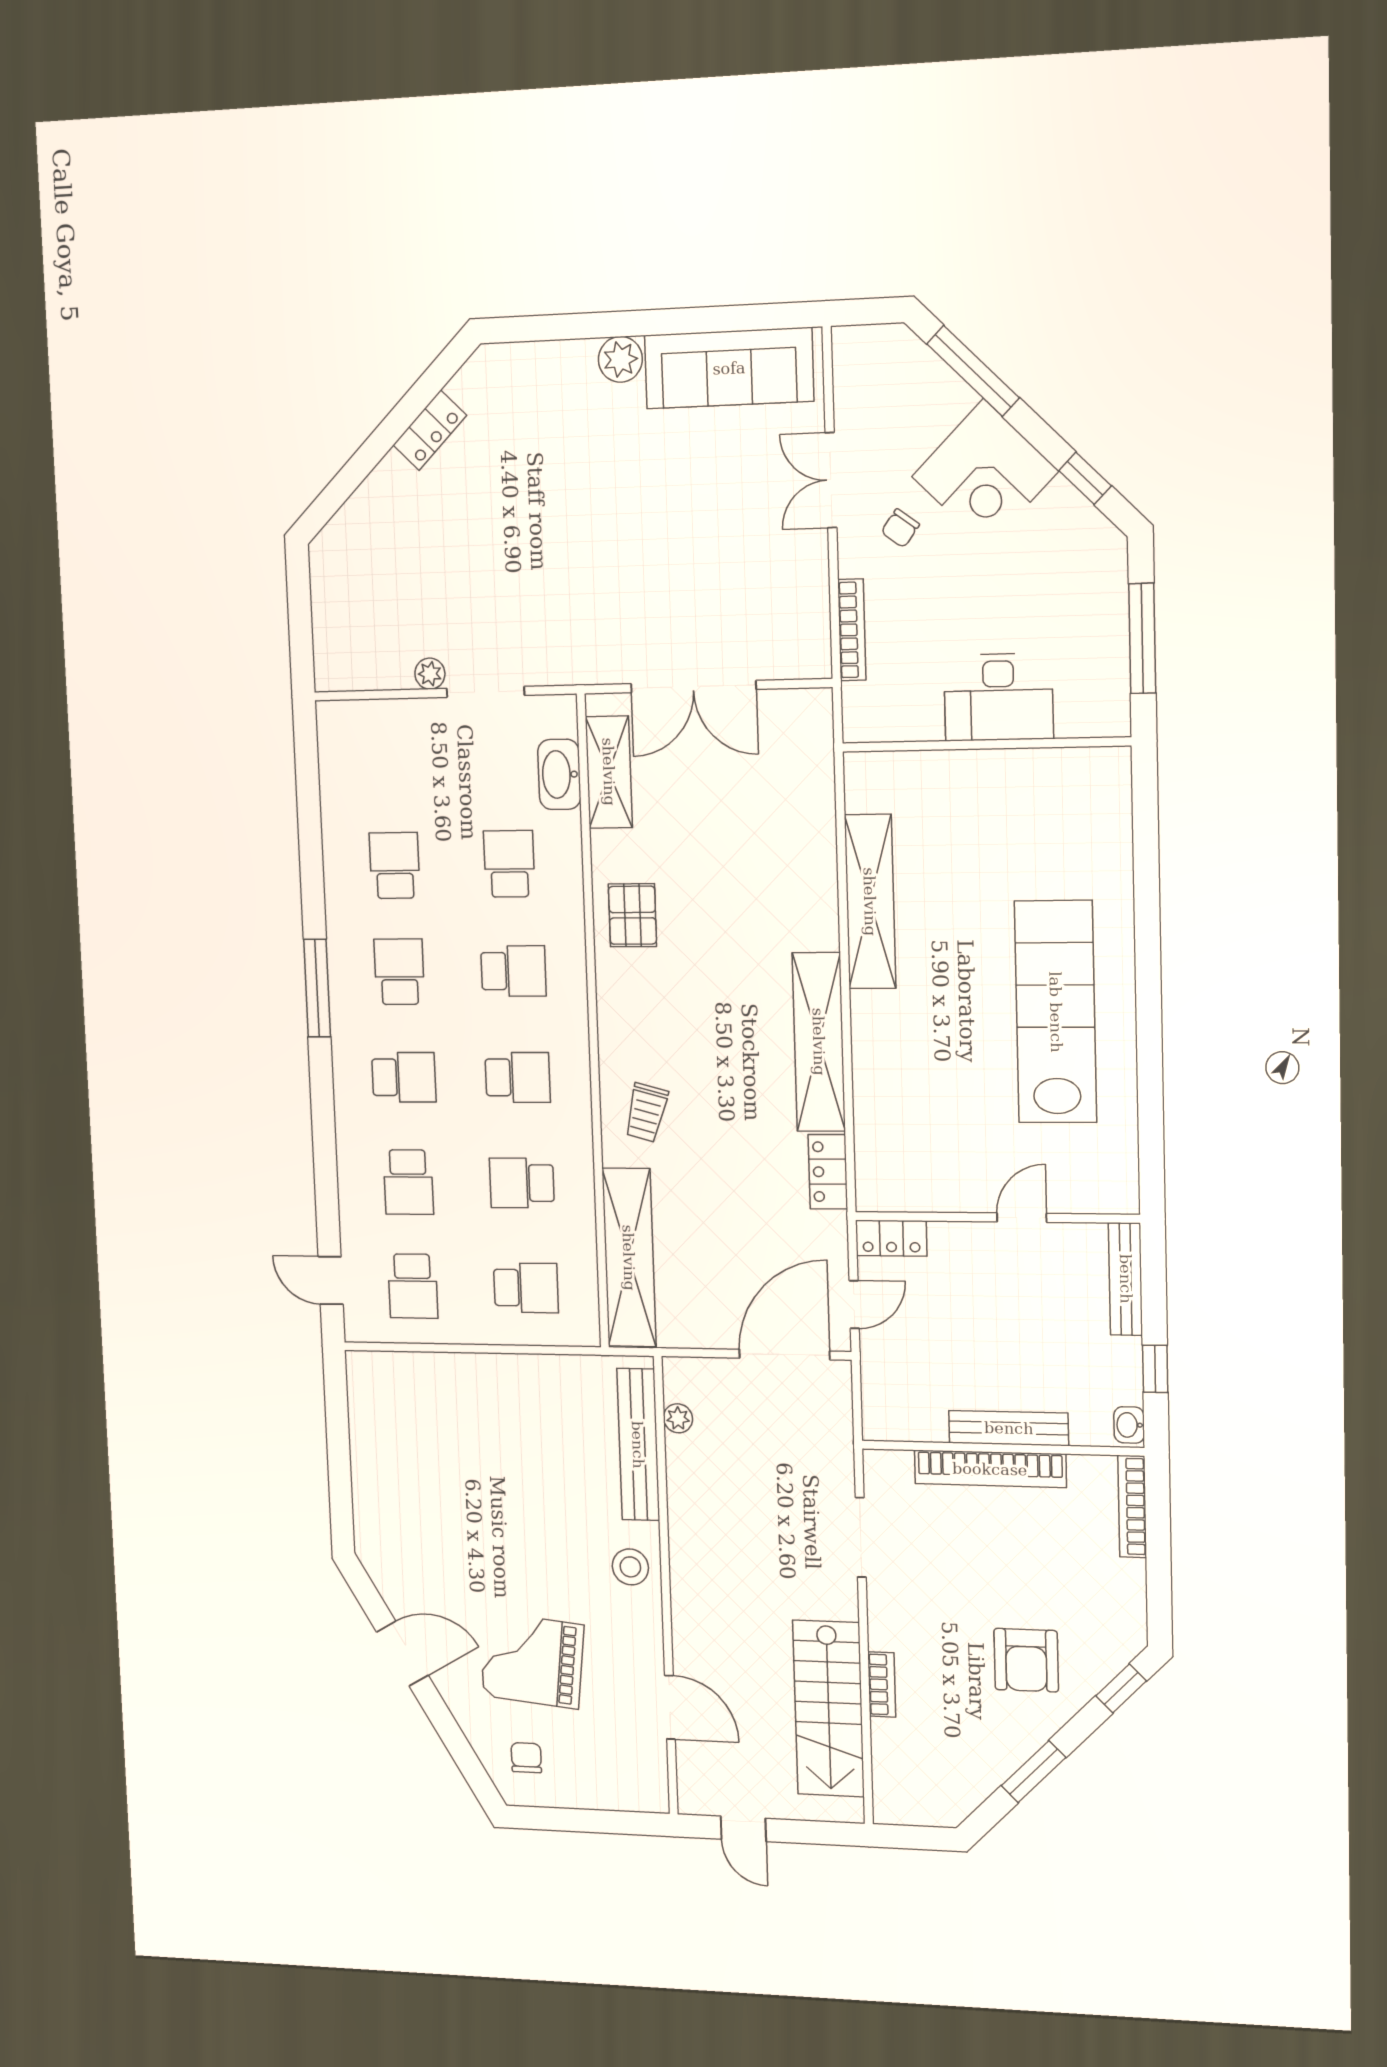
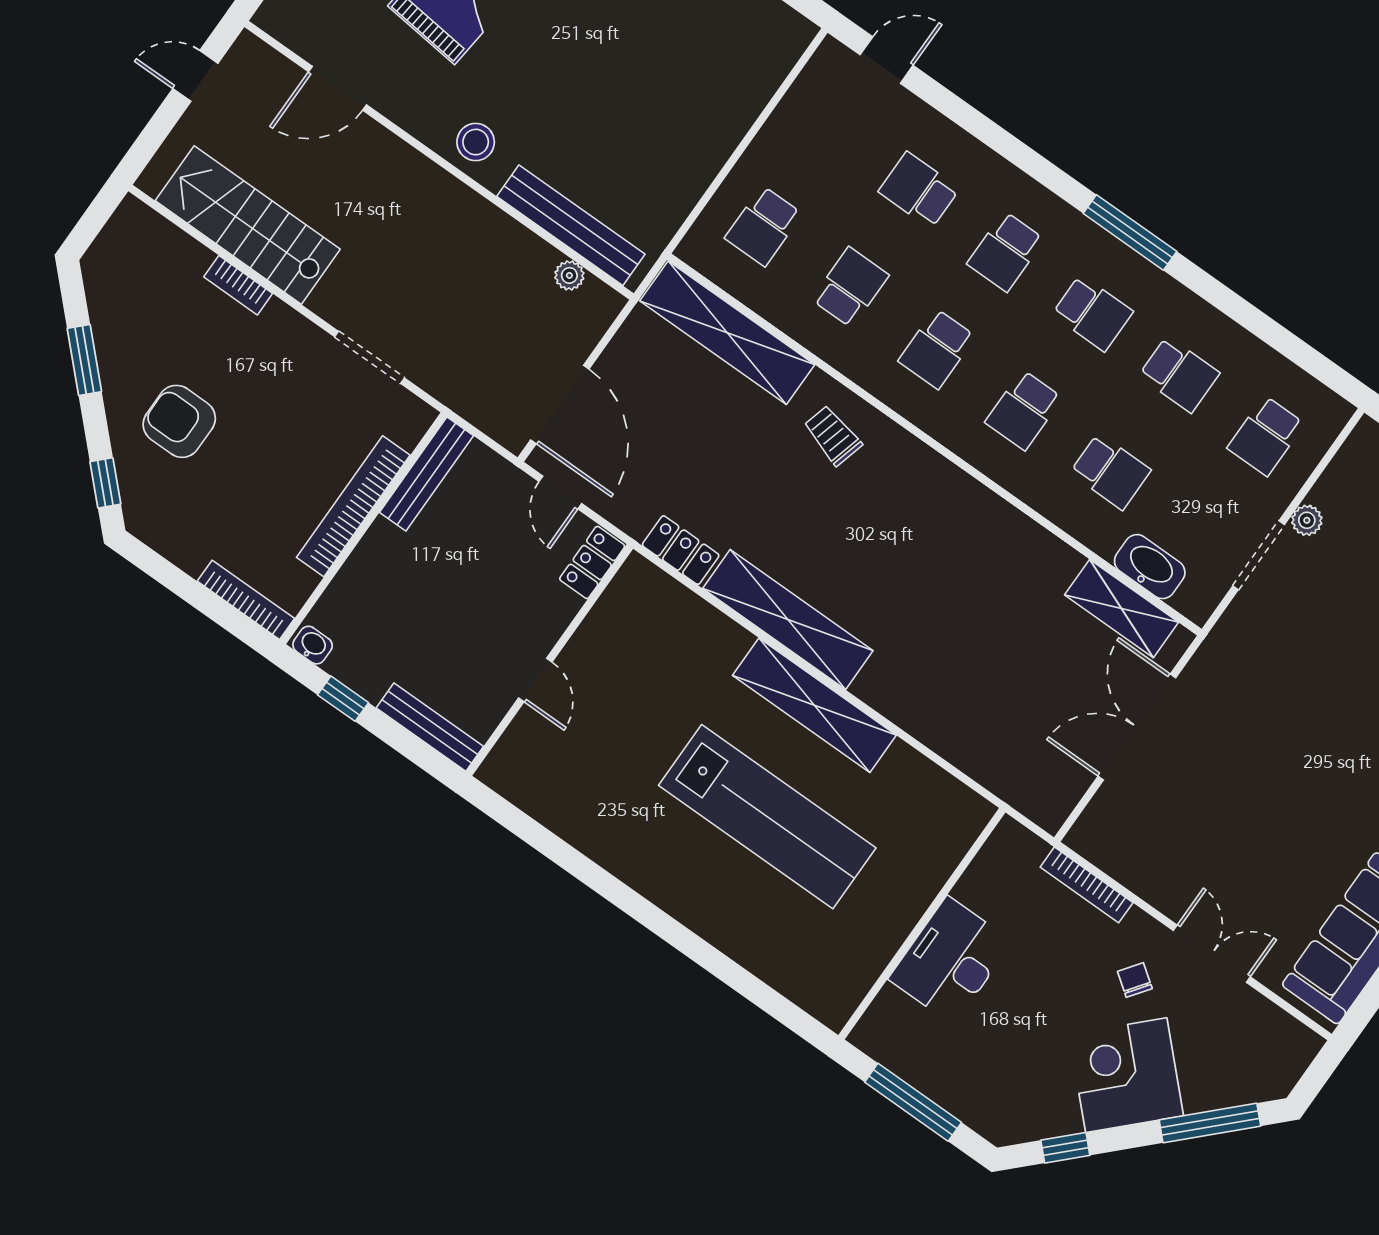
shelving: (870, 902) -> (814, 705), moved
pallet: (632, 915) -> (996, 543), removed
lab bench: (1056, 1012) -> (767, 817), moved
school desk: (413, 1286) -> (1266, 436), moved, turned -90
bench: (1009, 1428) -> (426, 474), moved

